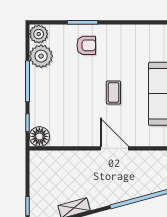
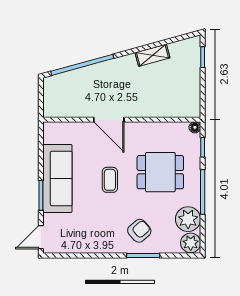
armchair: (86, 45) -> (139, 231), turned 139
dining table: (67, 100) -> (160, 172), added
floor lamp: (39, 136) -> (195, 127), width x0.53, depth x0.53

